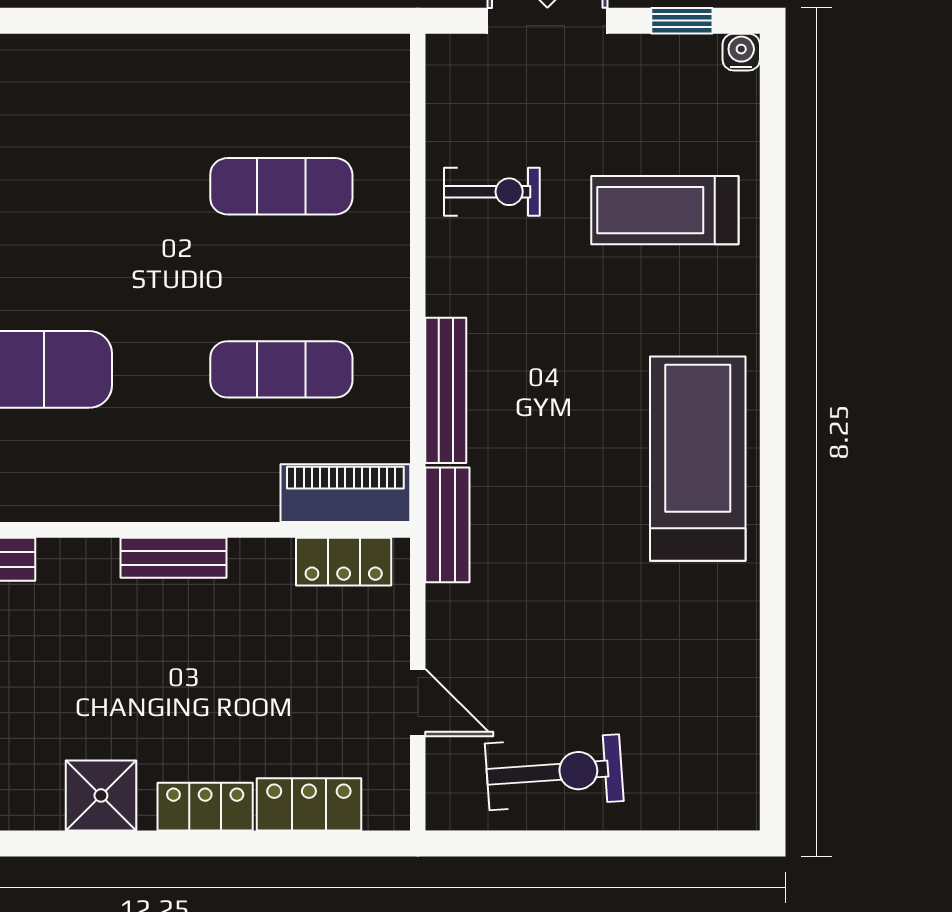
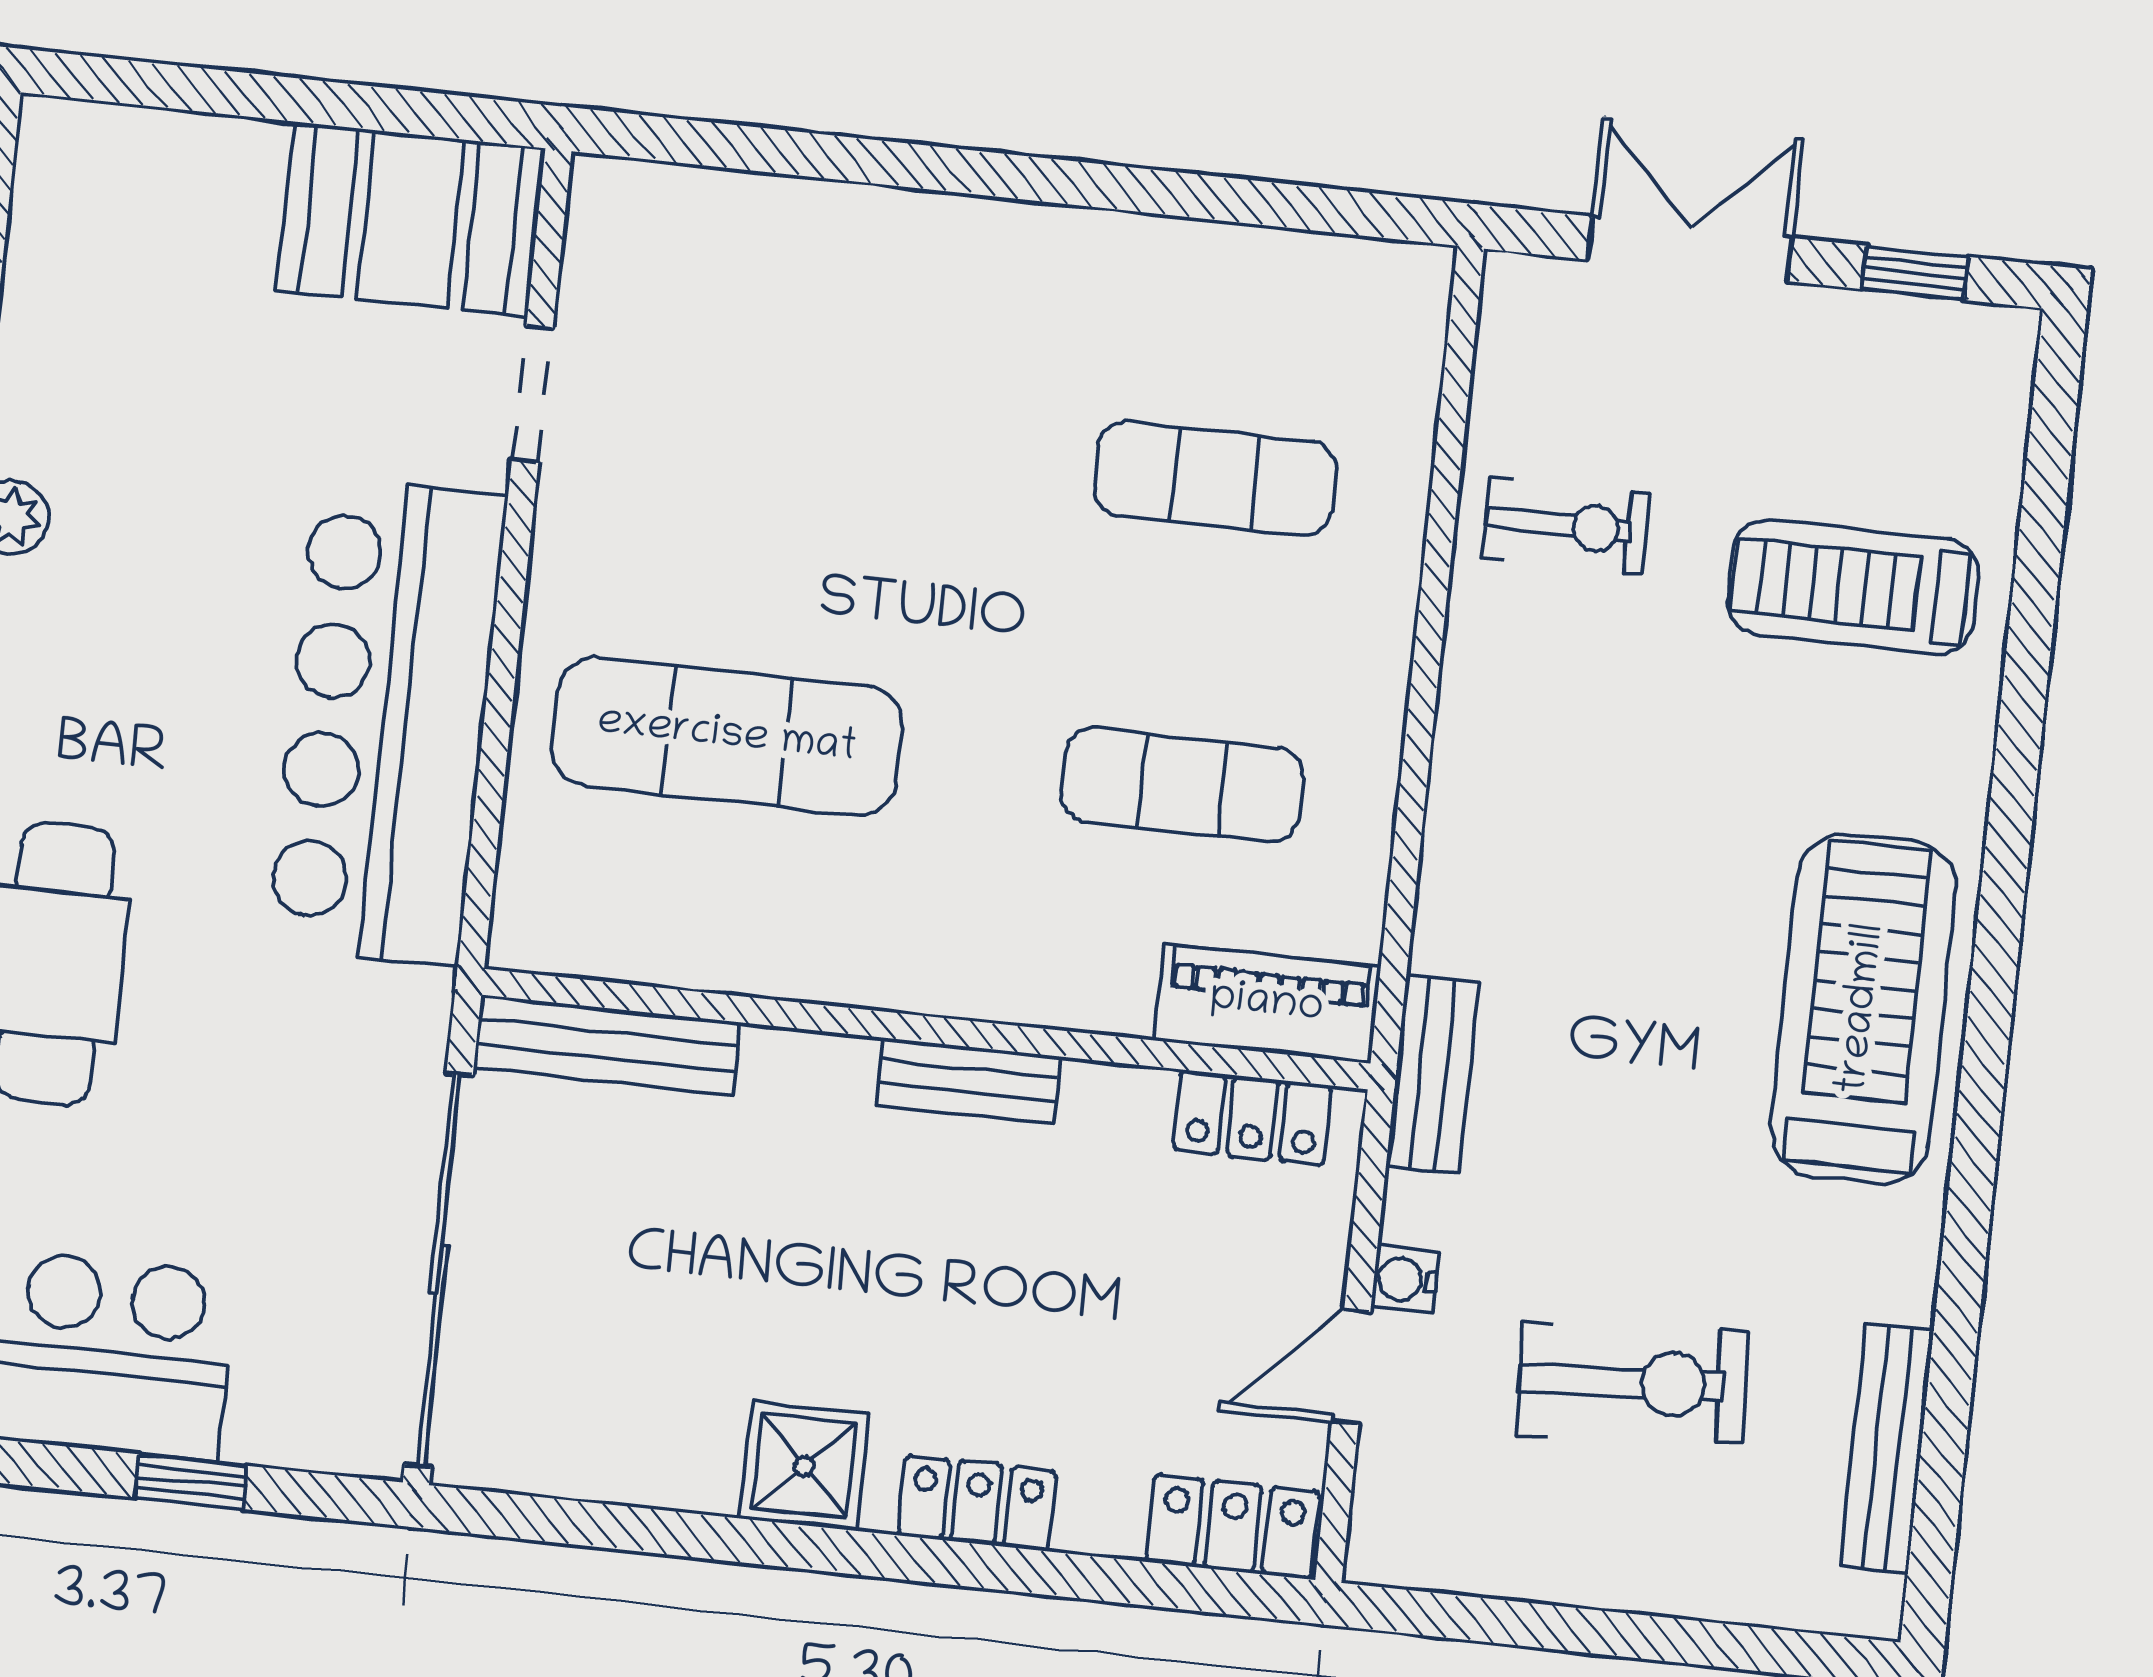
water cooler: (741, 52) -> (1405, 1280), moved, turned -90
bench: (446, 390) -> (1887, 1448), moved
door: (418, 703) -> (1351, 1367), swing flipped
exercise bike: (554, 772) -> (1633, 1383), moved
locker: (309, 804) -> (1233, 1527), moved

